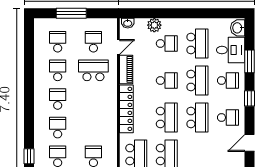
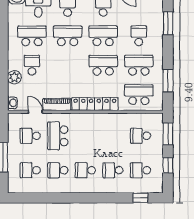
school desk: (167, 80) -> (139, 36), moved

